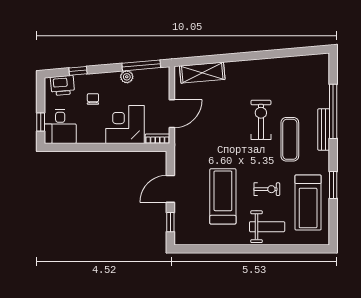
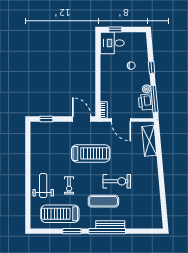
window: (78, 71) -> (152, 67), moved
printer: (62, 85) -> (146, 102), moved
window: (333, 111) -> (107, 231), moved
corner desk: (125, 125) -> (114, 88), removed
door: (170, 189) -> (82, 119), moved
treadmill: (223, 196) -> (91, 153), moved
weight bench: (267, 227) -> (43, 186), turned 180

